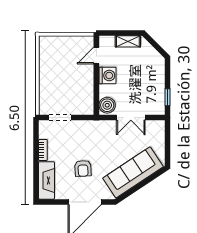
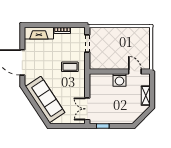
boiler: (107, 105) -> (97, 80), removed
double door: (131, 118) -> (87, 109), moved
coffee table: (90, 140) -> (70, 67), added
armchair: (83, 168) -> (48, 61), removed

